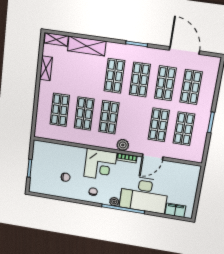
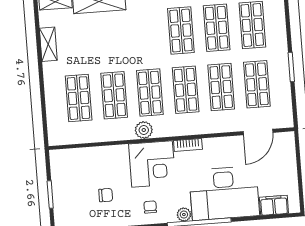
shop shelf: (114, 76) -> (186, 90), moved
plant: (123, 145) -> (144, 130), moved
door: (153, 157) -> (258, 132), moved

